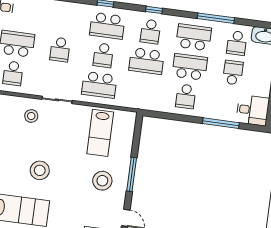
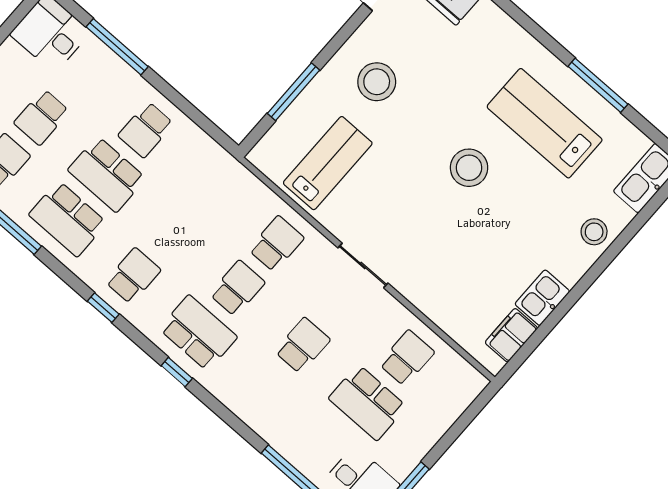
school desk: (146, 61) -> (172, 231), removed
school desk: (99, 85) -> (276, 244), width x0.54
school desk: (186, 96) -> (146, 130), turned 180
stool: (31, 116) -> (423, 267), removed
window: (132, 174) -> (293, 92), moved

